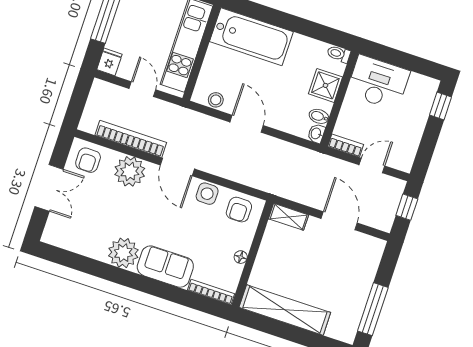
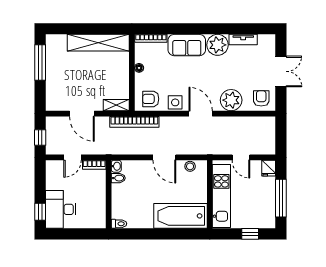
desk: (378, 83) -> (61, 209), moved, turned 90
shower: (325, 85) -> (121, 200), removed
bookcase: (131, 139) -> (134, 122), moved
double door: (49, 188) -> (281, 71), swing flipped
armchair: (239, 210) -> (151, 99), turned -90
tv unit: (86, 248) -> (243, 40), added

